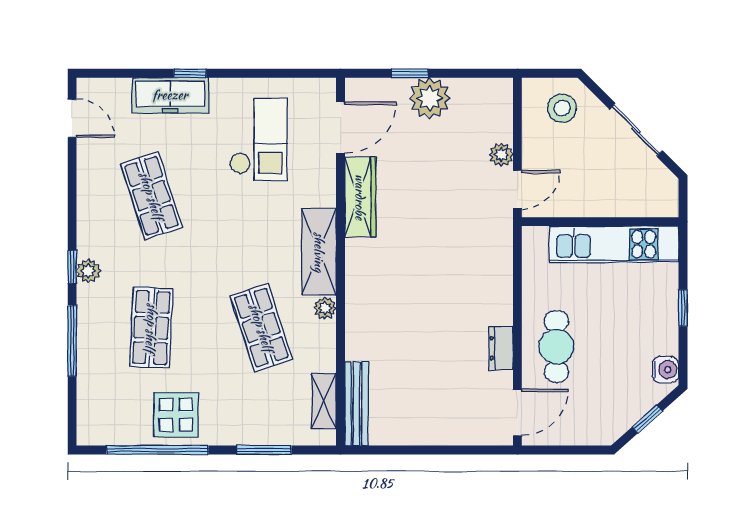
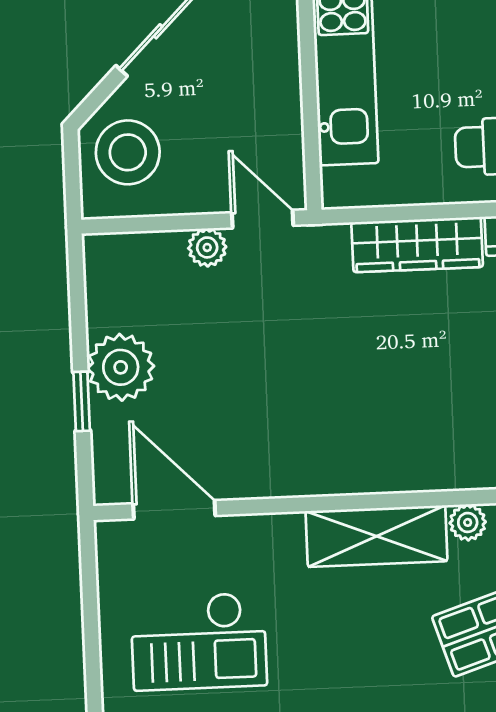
stool: (562, 108) -> (128, 152), width x1.38, depth x1.38
checkout: (259, 139) -> (199, 641), turned 180
wardrobe: (360, 197) -> (417, 245), moved, turned 180

